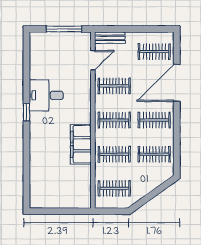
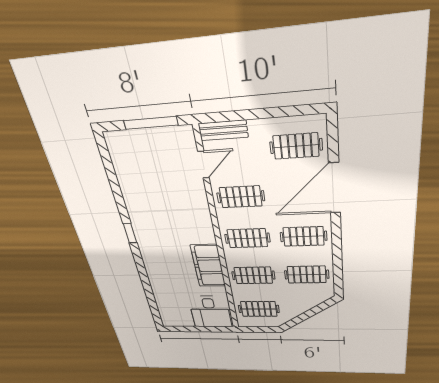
desk: (46, 95) -> (210, 312), moved, turned -90

